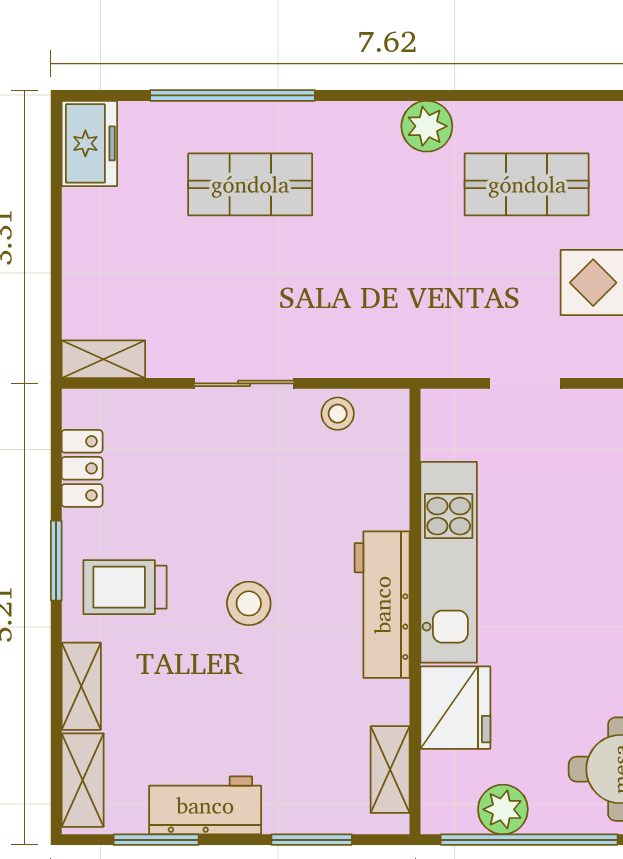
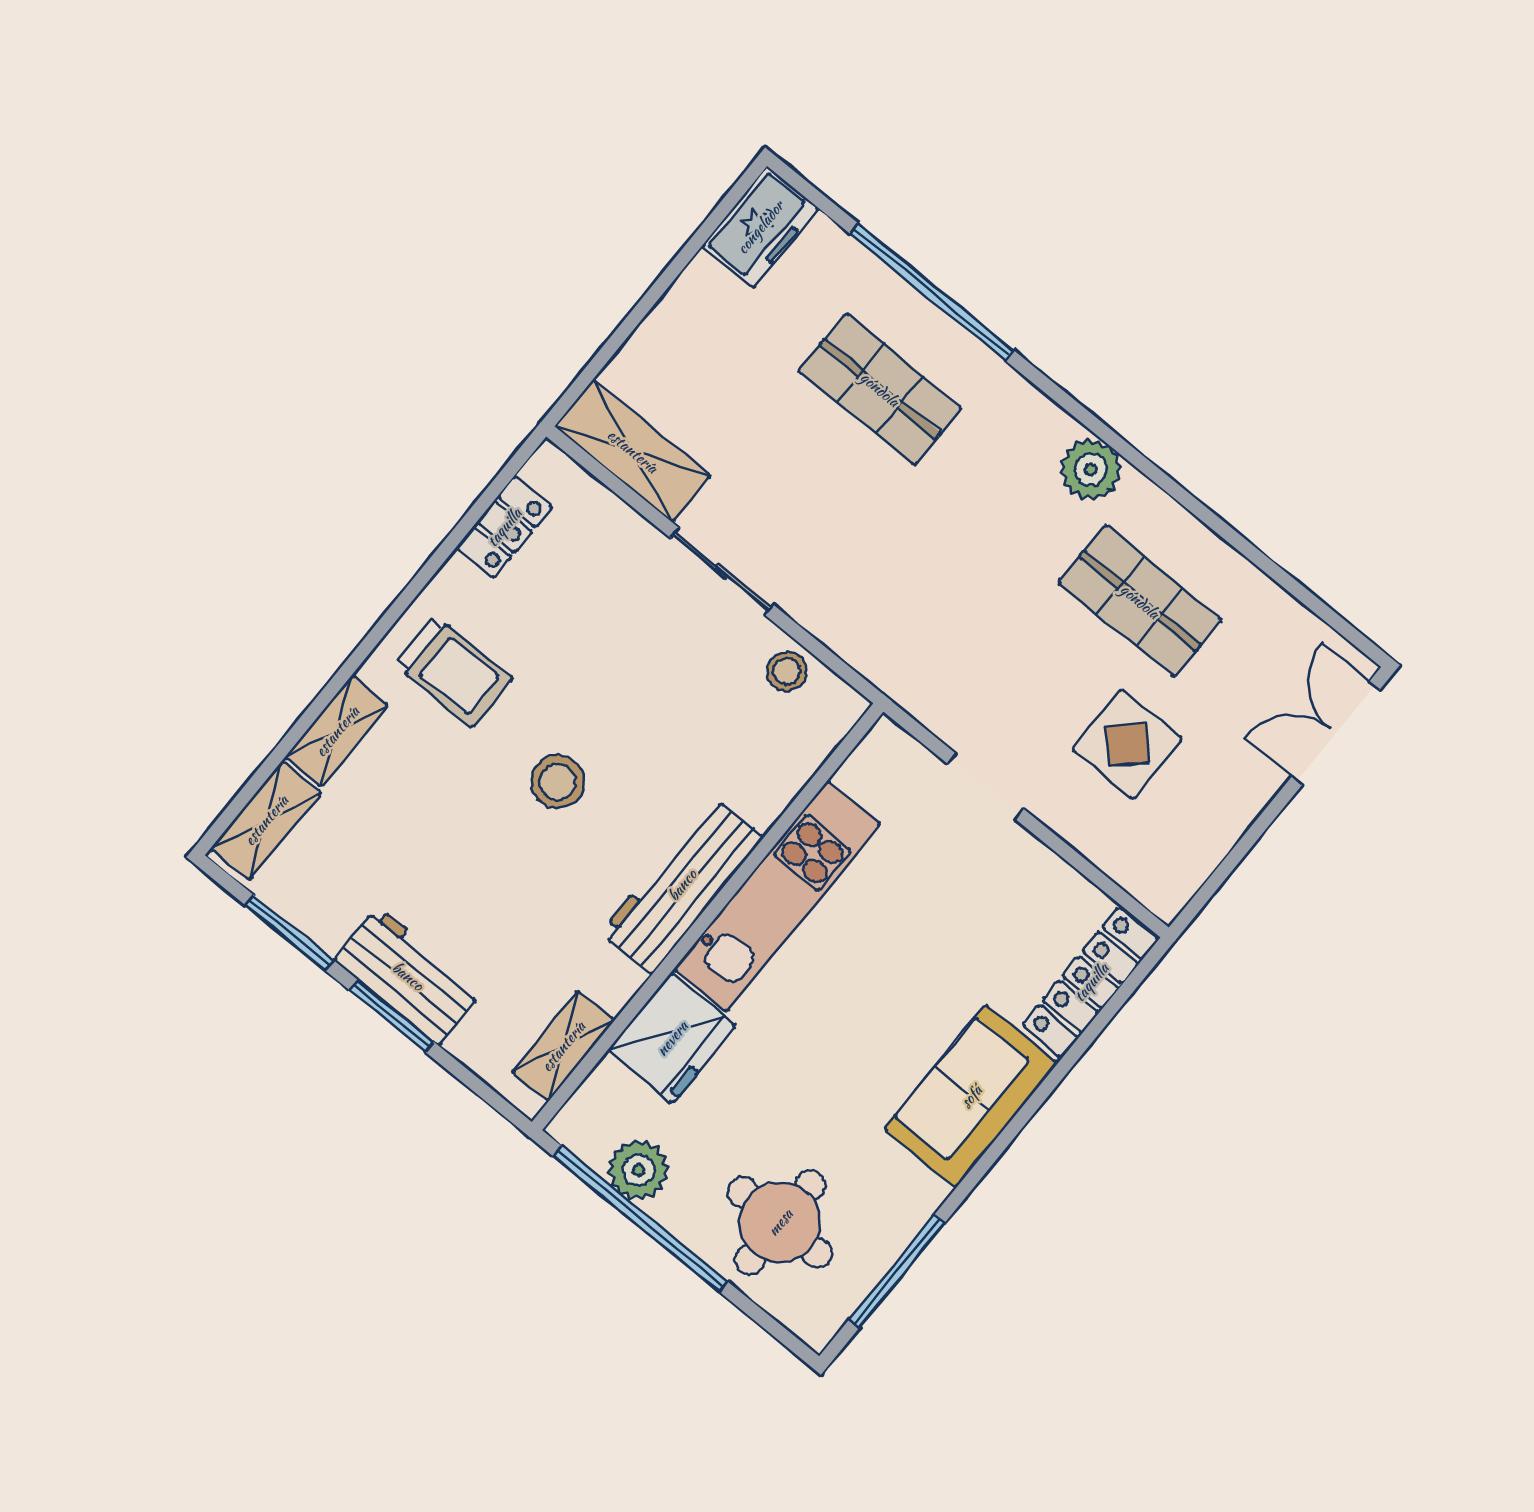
shelving: (103, 359) -> (633, 451), width x1.50, depth x1.33
window: (56, 561) -> (409, 594), removed
trolley: (125, 587) -> (454, 672), turned 180
workbench: (205, 805) -> (408, 976), moved
window: (312, 840) -> (392, 1016), moved

